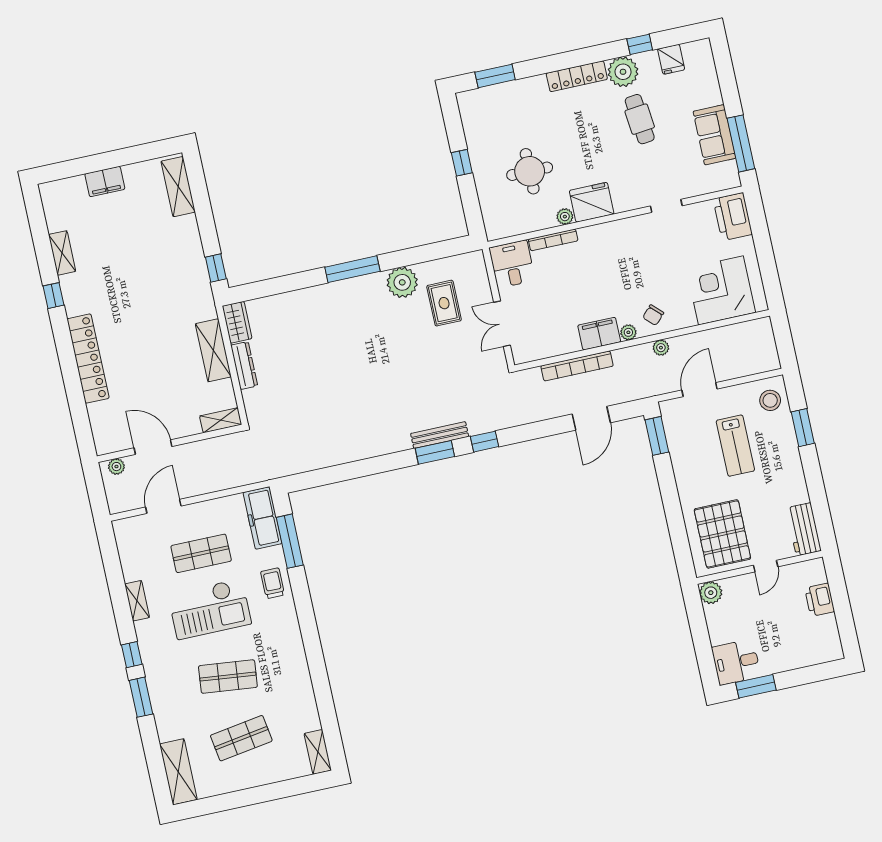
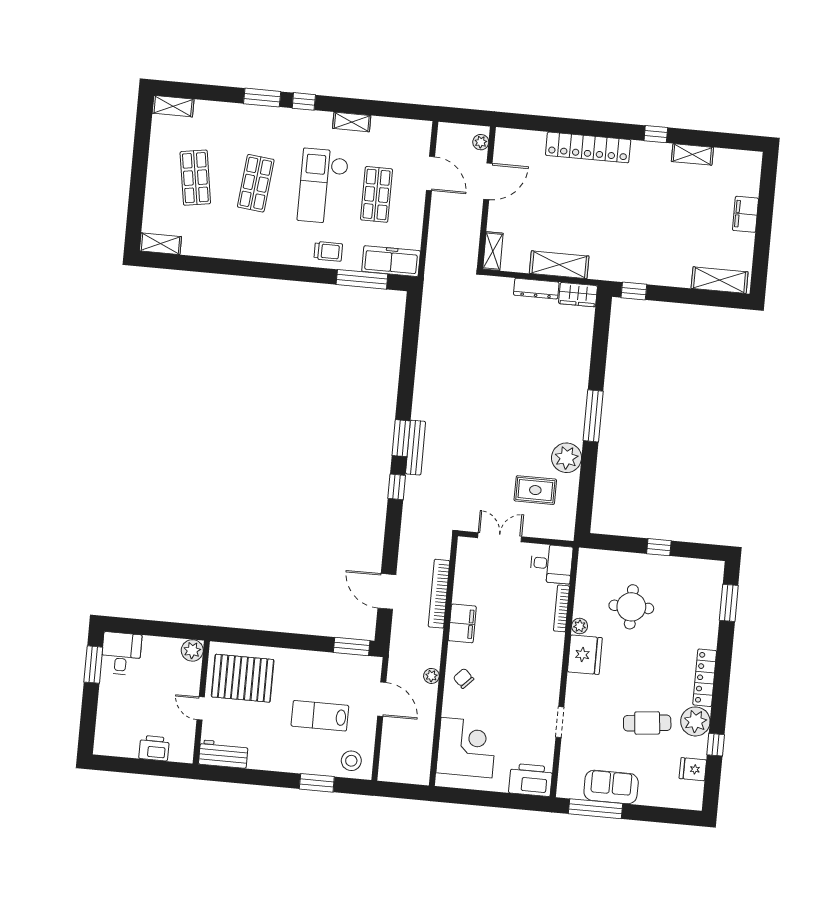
plant: (628, 332) -> (455, 651), removed
shelving: (178, 772) -> (173, 106), width x0.67, depth x0.75

